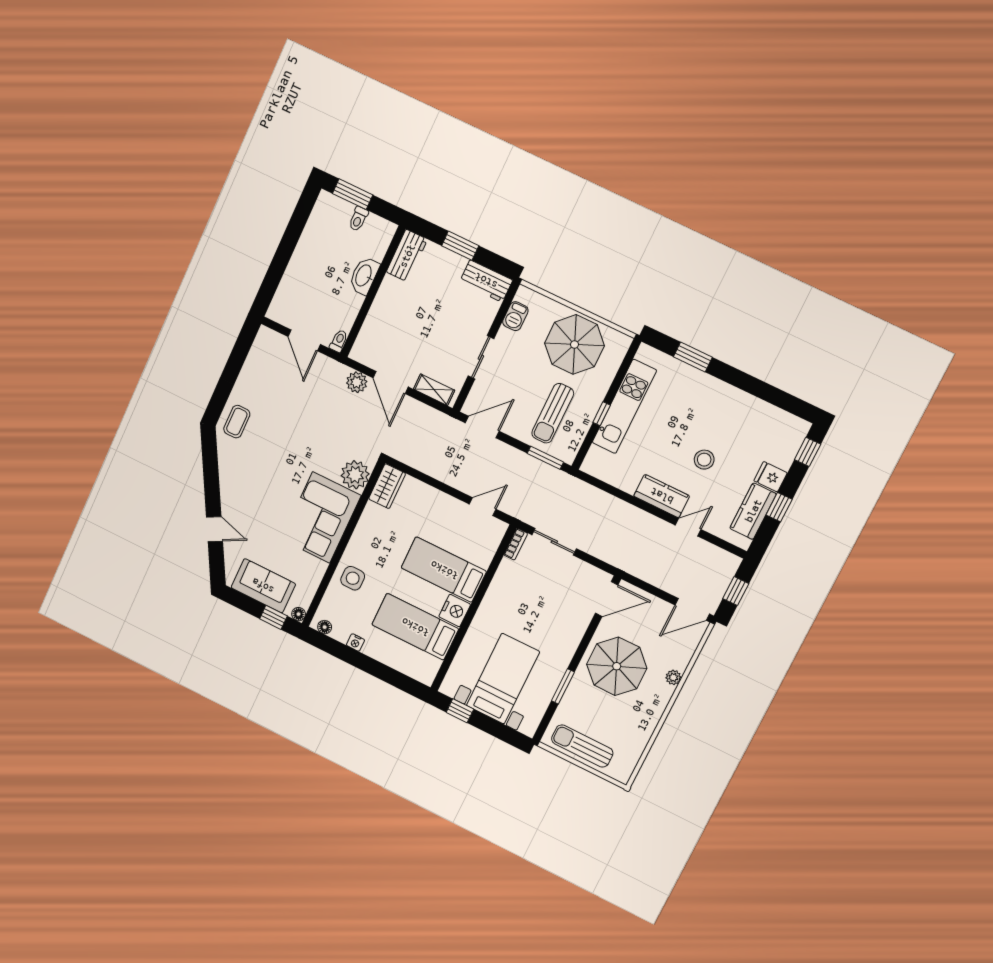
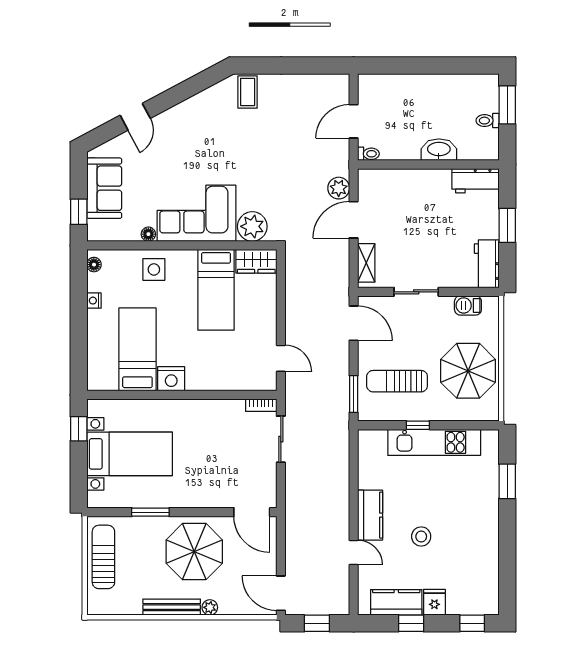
coffee table: (237, 422) -> (248, 92), turned 90
bed: (444, 570) -> (216, 290), moved, turned 180
floor lamp: (299, 614) -> (148, 234), moved
bench: (656, 710) -> (172, 607), added

